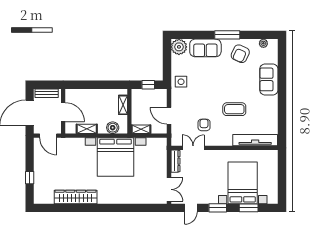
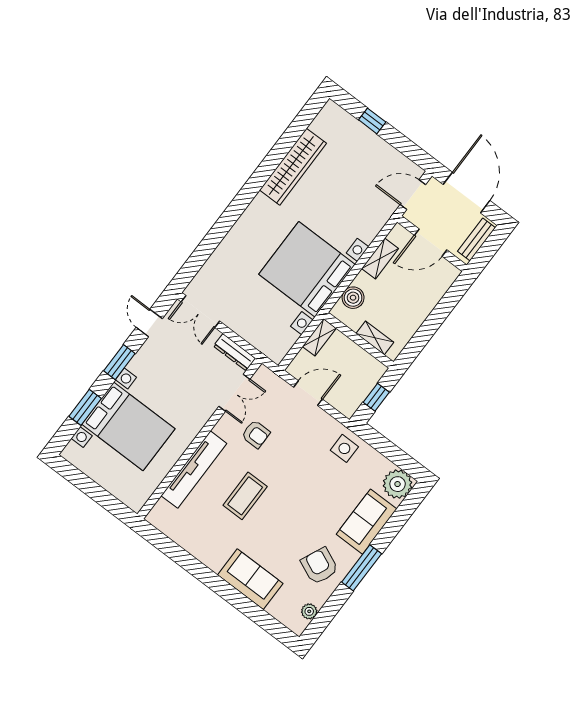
tv unit: (255, 140) -> (194, 470), moved

